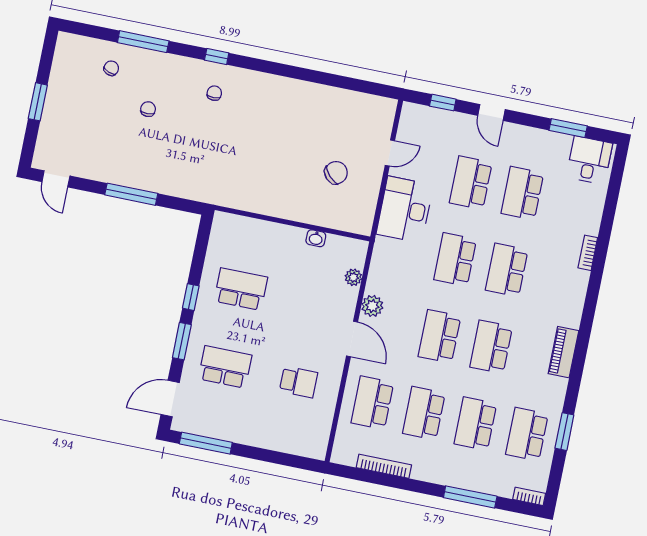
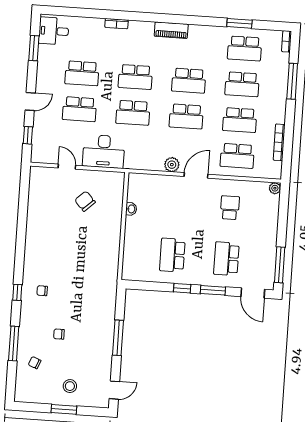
stool: (70, 115) -> (70, 386), added
plant: (353, 277) -> (275, 188), moved
piano: (563, 352) -> (171, 30), moved

